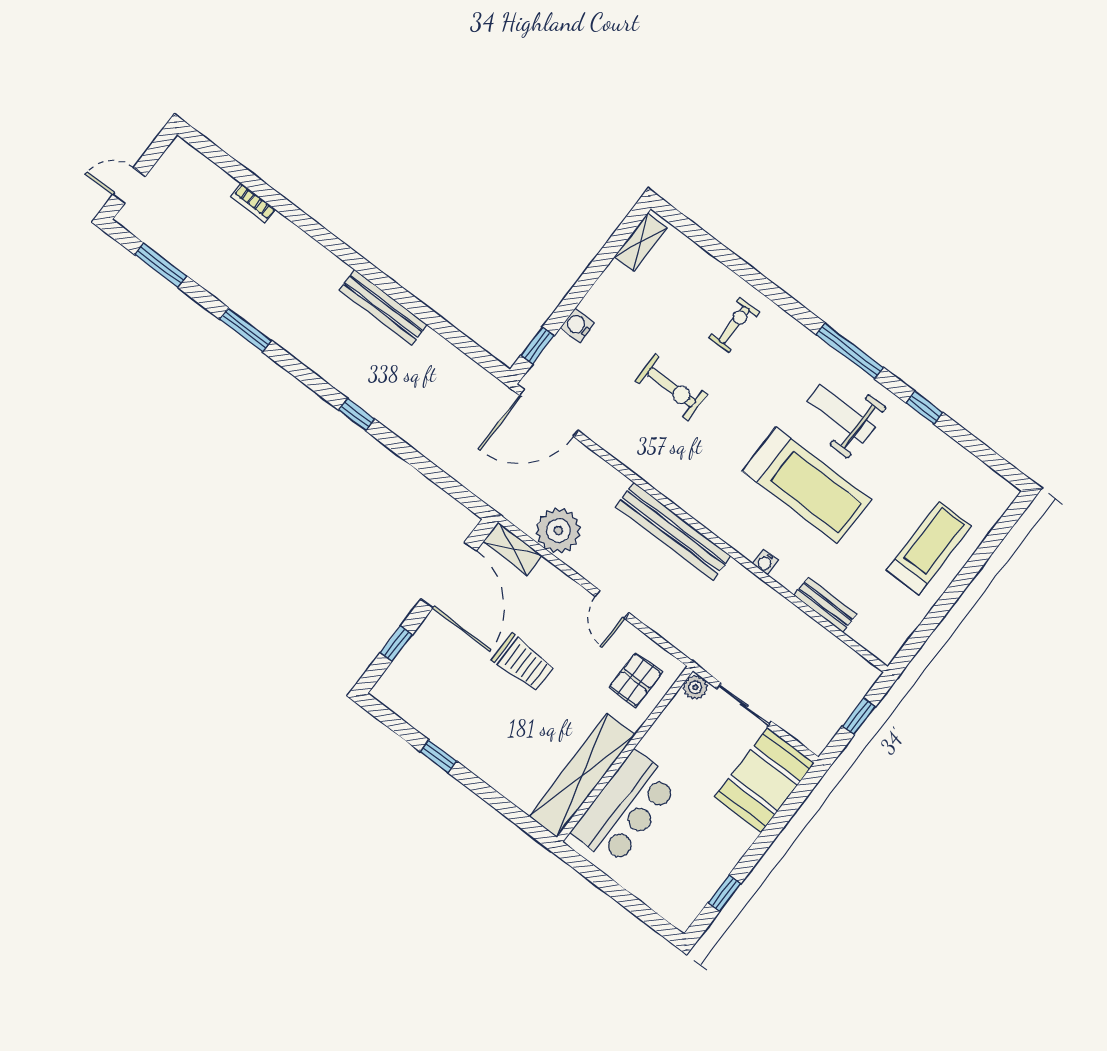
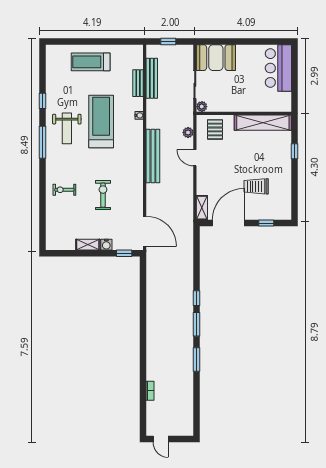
door: (129, 186) -> (161, 439), moved
shelving: (640, 242) -> (88, 245), moved
window: (161, 265) -> (197, 324), moved
bench: (383, 307) -> (152, 78), moved
plant: (558, 531) -> (188, 132), moved, width x0.53, depth x0.53
door: (612, 605) -> (195, 158), swing flipped
trolley: (523, 663) -> (256, 186), moved, turned -90
pallet: (636, 680) -> (215, 129), turned 90
window: (438, 756) -> (295, 151), moved
bar counter: (625, 808) -> (278, 68), moved, turned -90
window: (724, 893) -> (266, 41), removed

